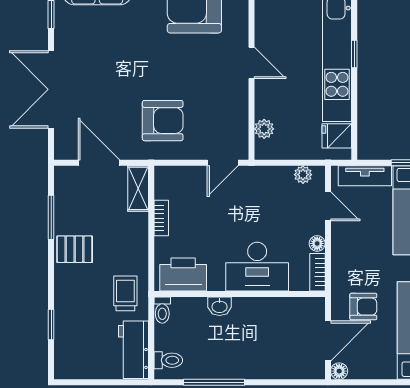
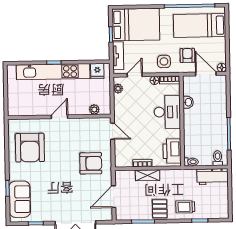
armchair: (163, 121) -> (91, 163), turned 90
shelving: (138, 188) -> (148, 175), moved
side table: (353, 262) -> (164, 61), added
trolley: (125, 293) -> (185, 207), moved
washbasin: (220, 306) -> (188, 102), moved

